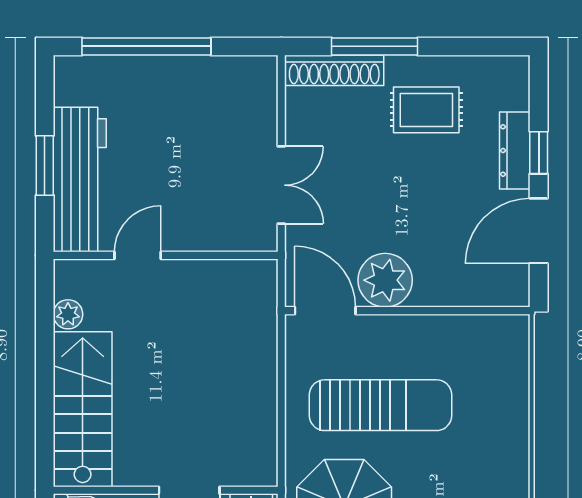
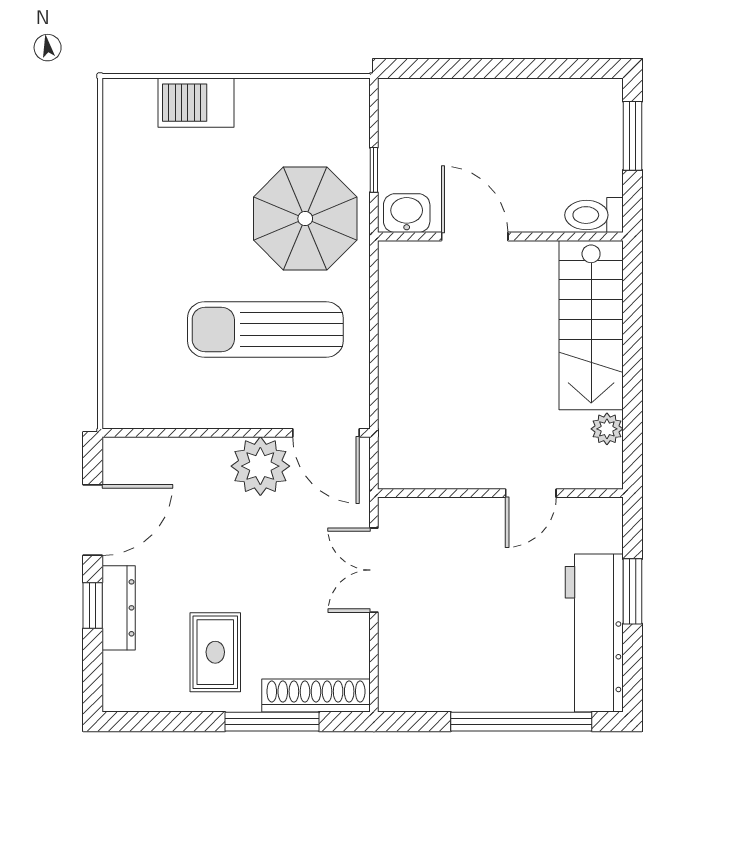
rug: (426, 110) -> (215, 652), turned 90
workbench: (80, 179) -> (594, 633), moved

